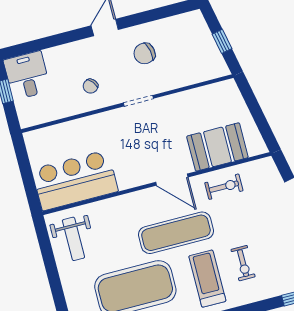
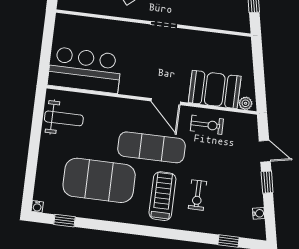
plant: (255, 149) -> (246, 103), added
weight bench: (73, 239) -> (64, 118), turned -90

